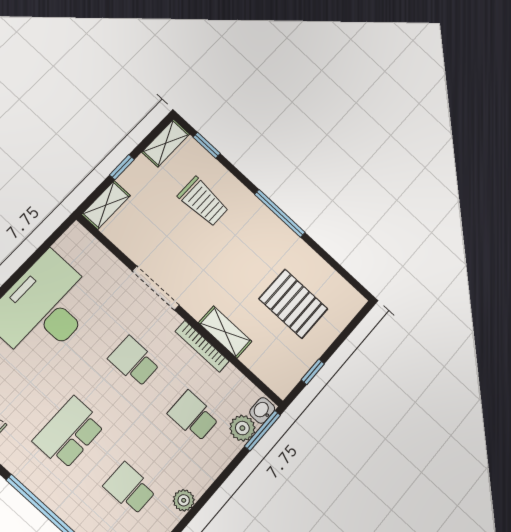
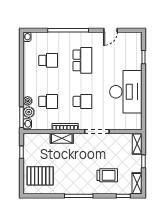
trolley: (203, 202) -> (107, 175), turned 180
pallet: (293, 304) -> (40, 176), moved
plant: (184, 500) -> (28, 101), moved

